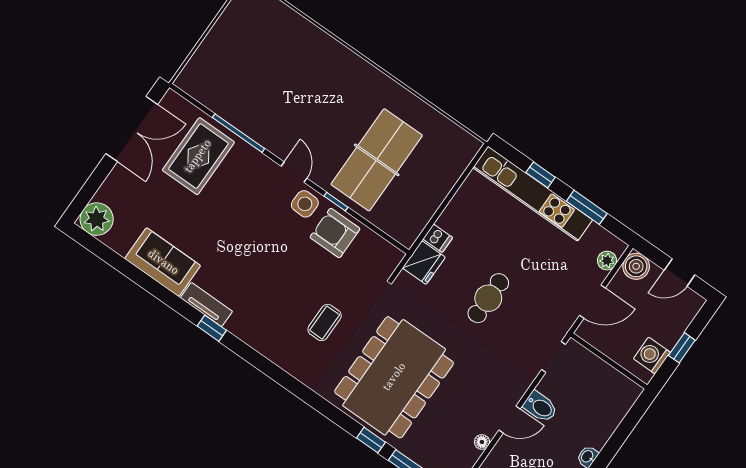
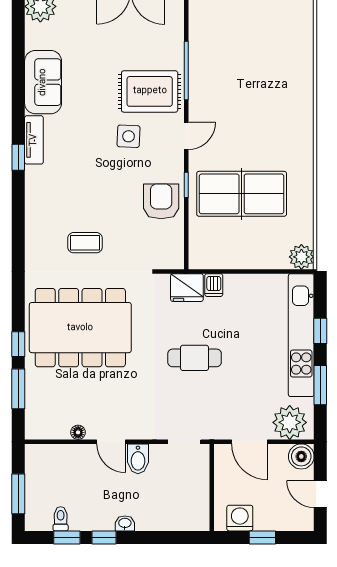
plant: (466, 147) -> (301, 257), added
rug: (198, 156) -> (150, 91), moved
side table: (305, 204) -> (129, 136), moved
plant: (607, 261) -> (290, 422), width x1.88, depth x1.88

